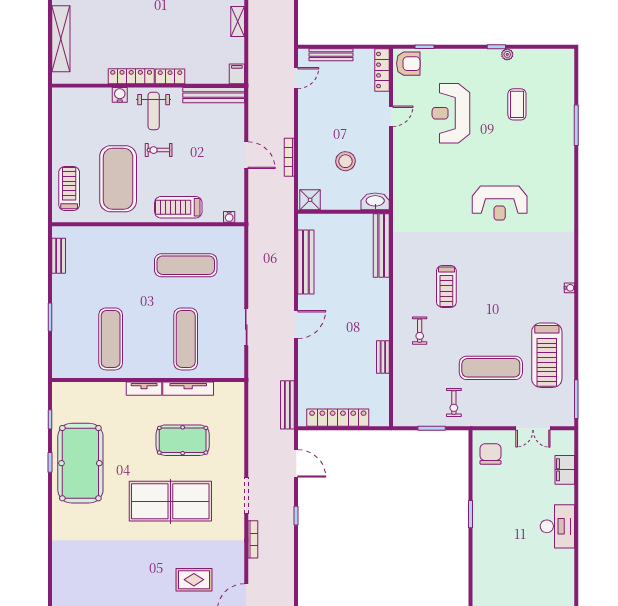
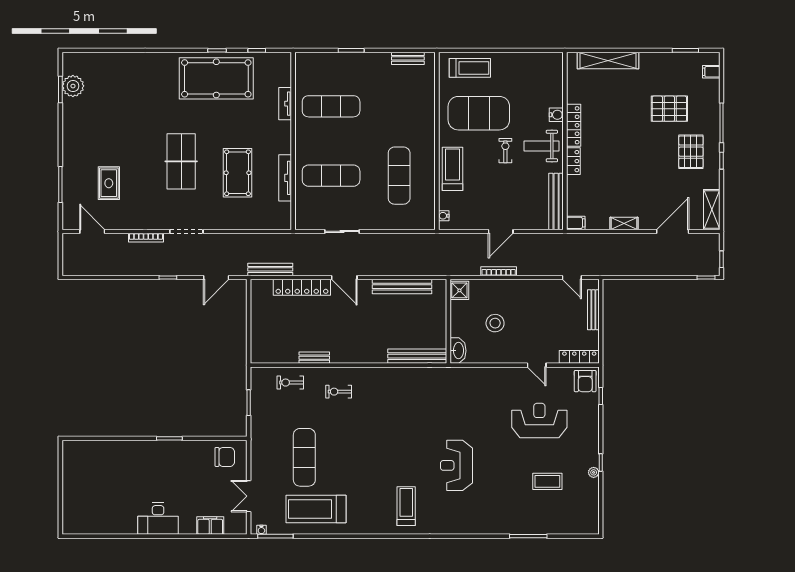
treadmill: (446, 286) -> (406, 506), moved, turned 90
water cooler: (569, 288) -> (261, 530), moved
tv unit: (144, 389) -> (285, 104), moved
exercise bike: (454, 402) -> (290, 383), moved
locker: (338, 418) -> (302, 287), moved, turned 90
table tennis table: (170, 501) -> (181, 161), width x0.73, depth x0.76

